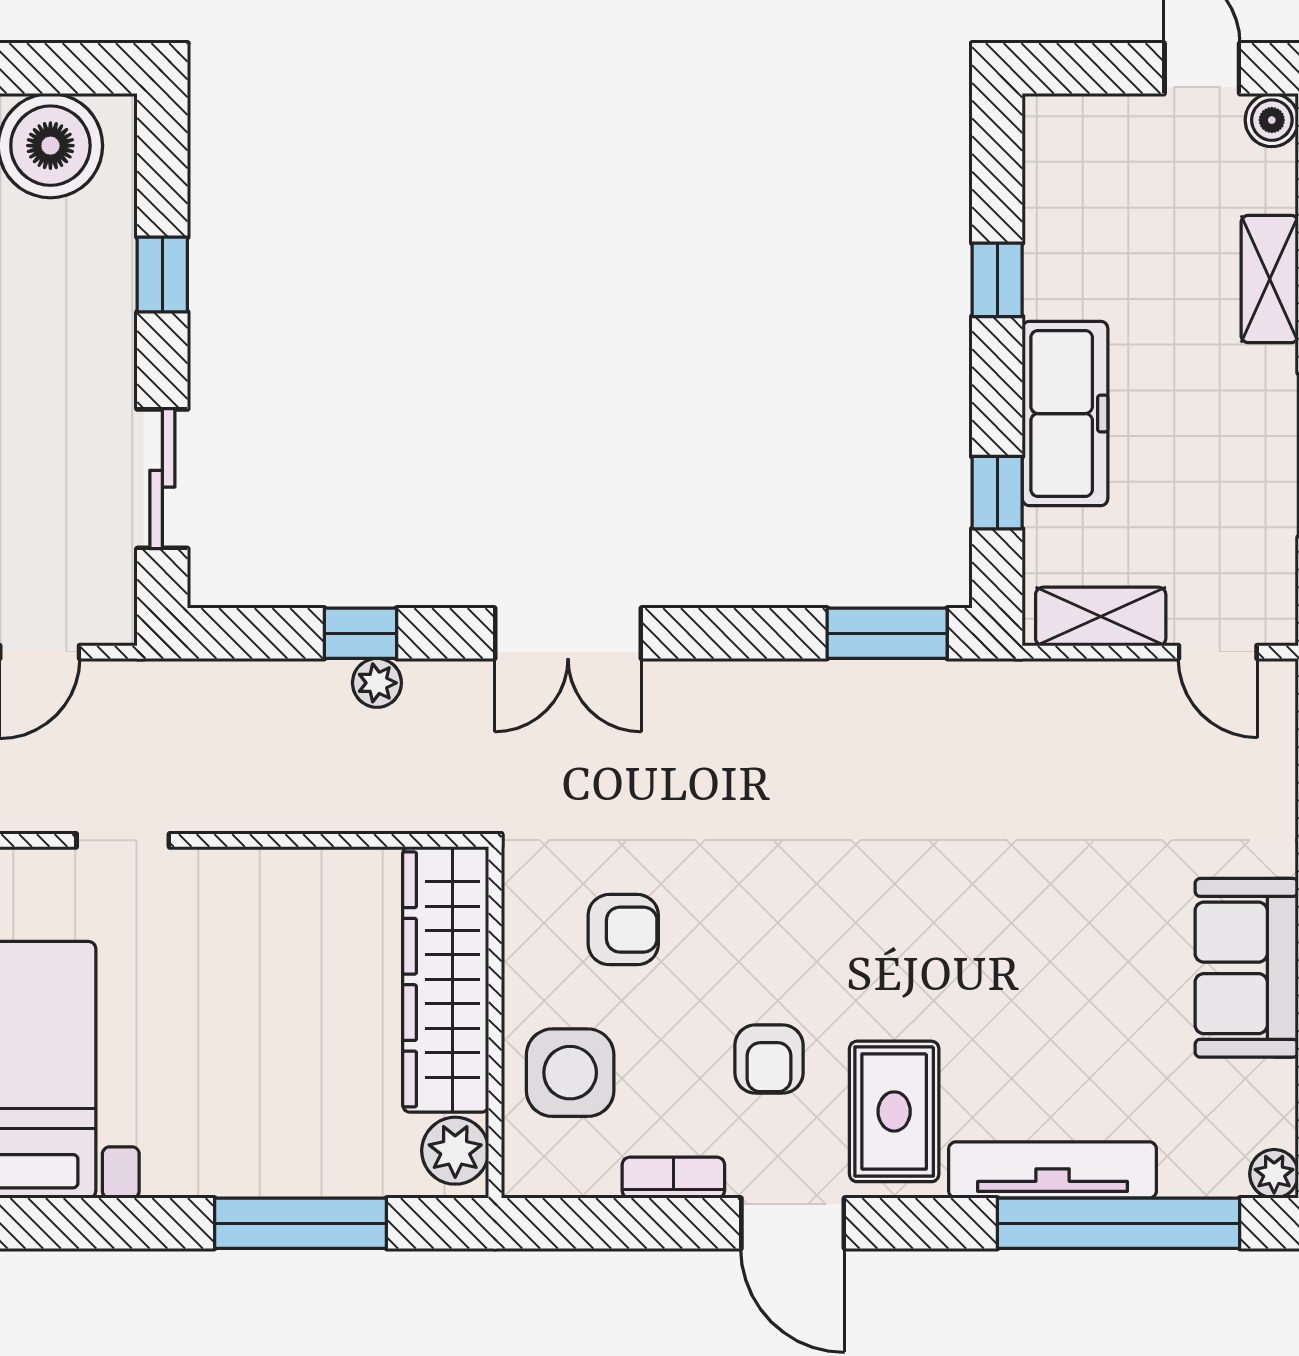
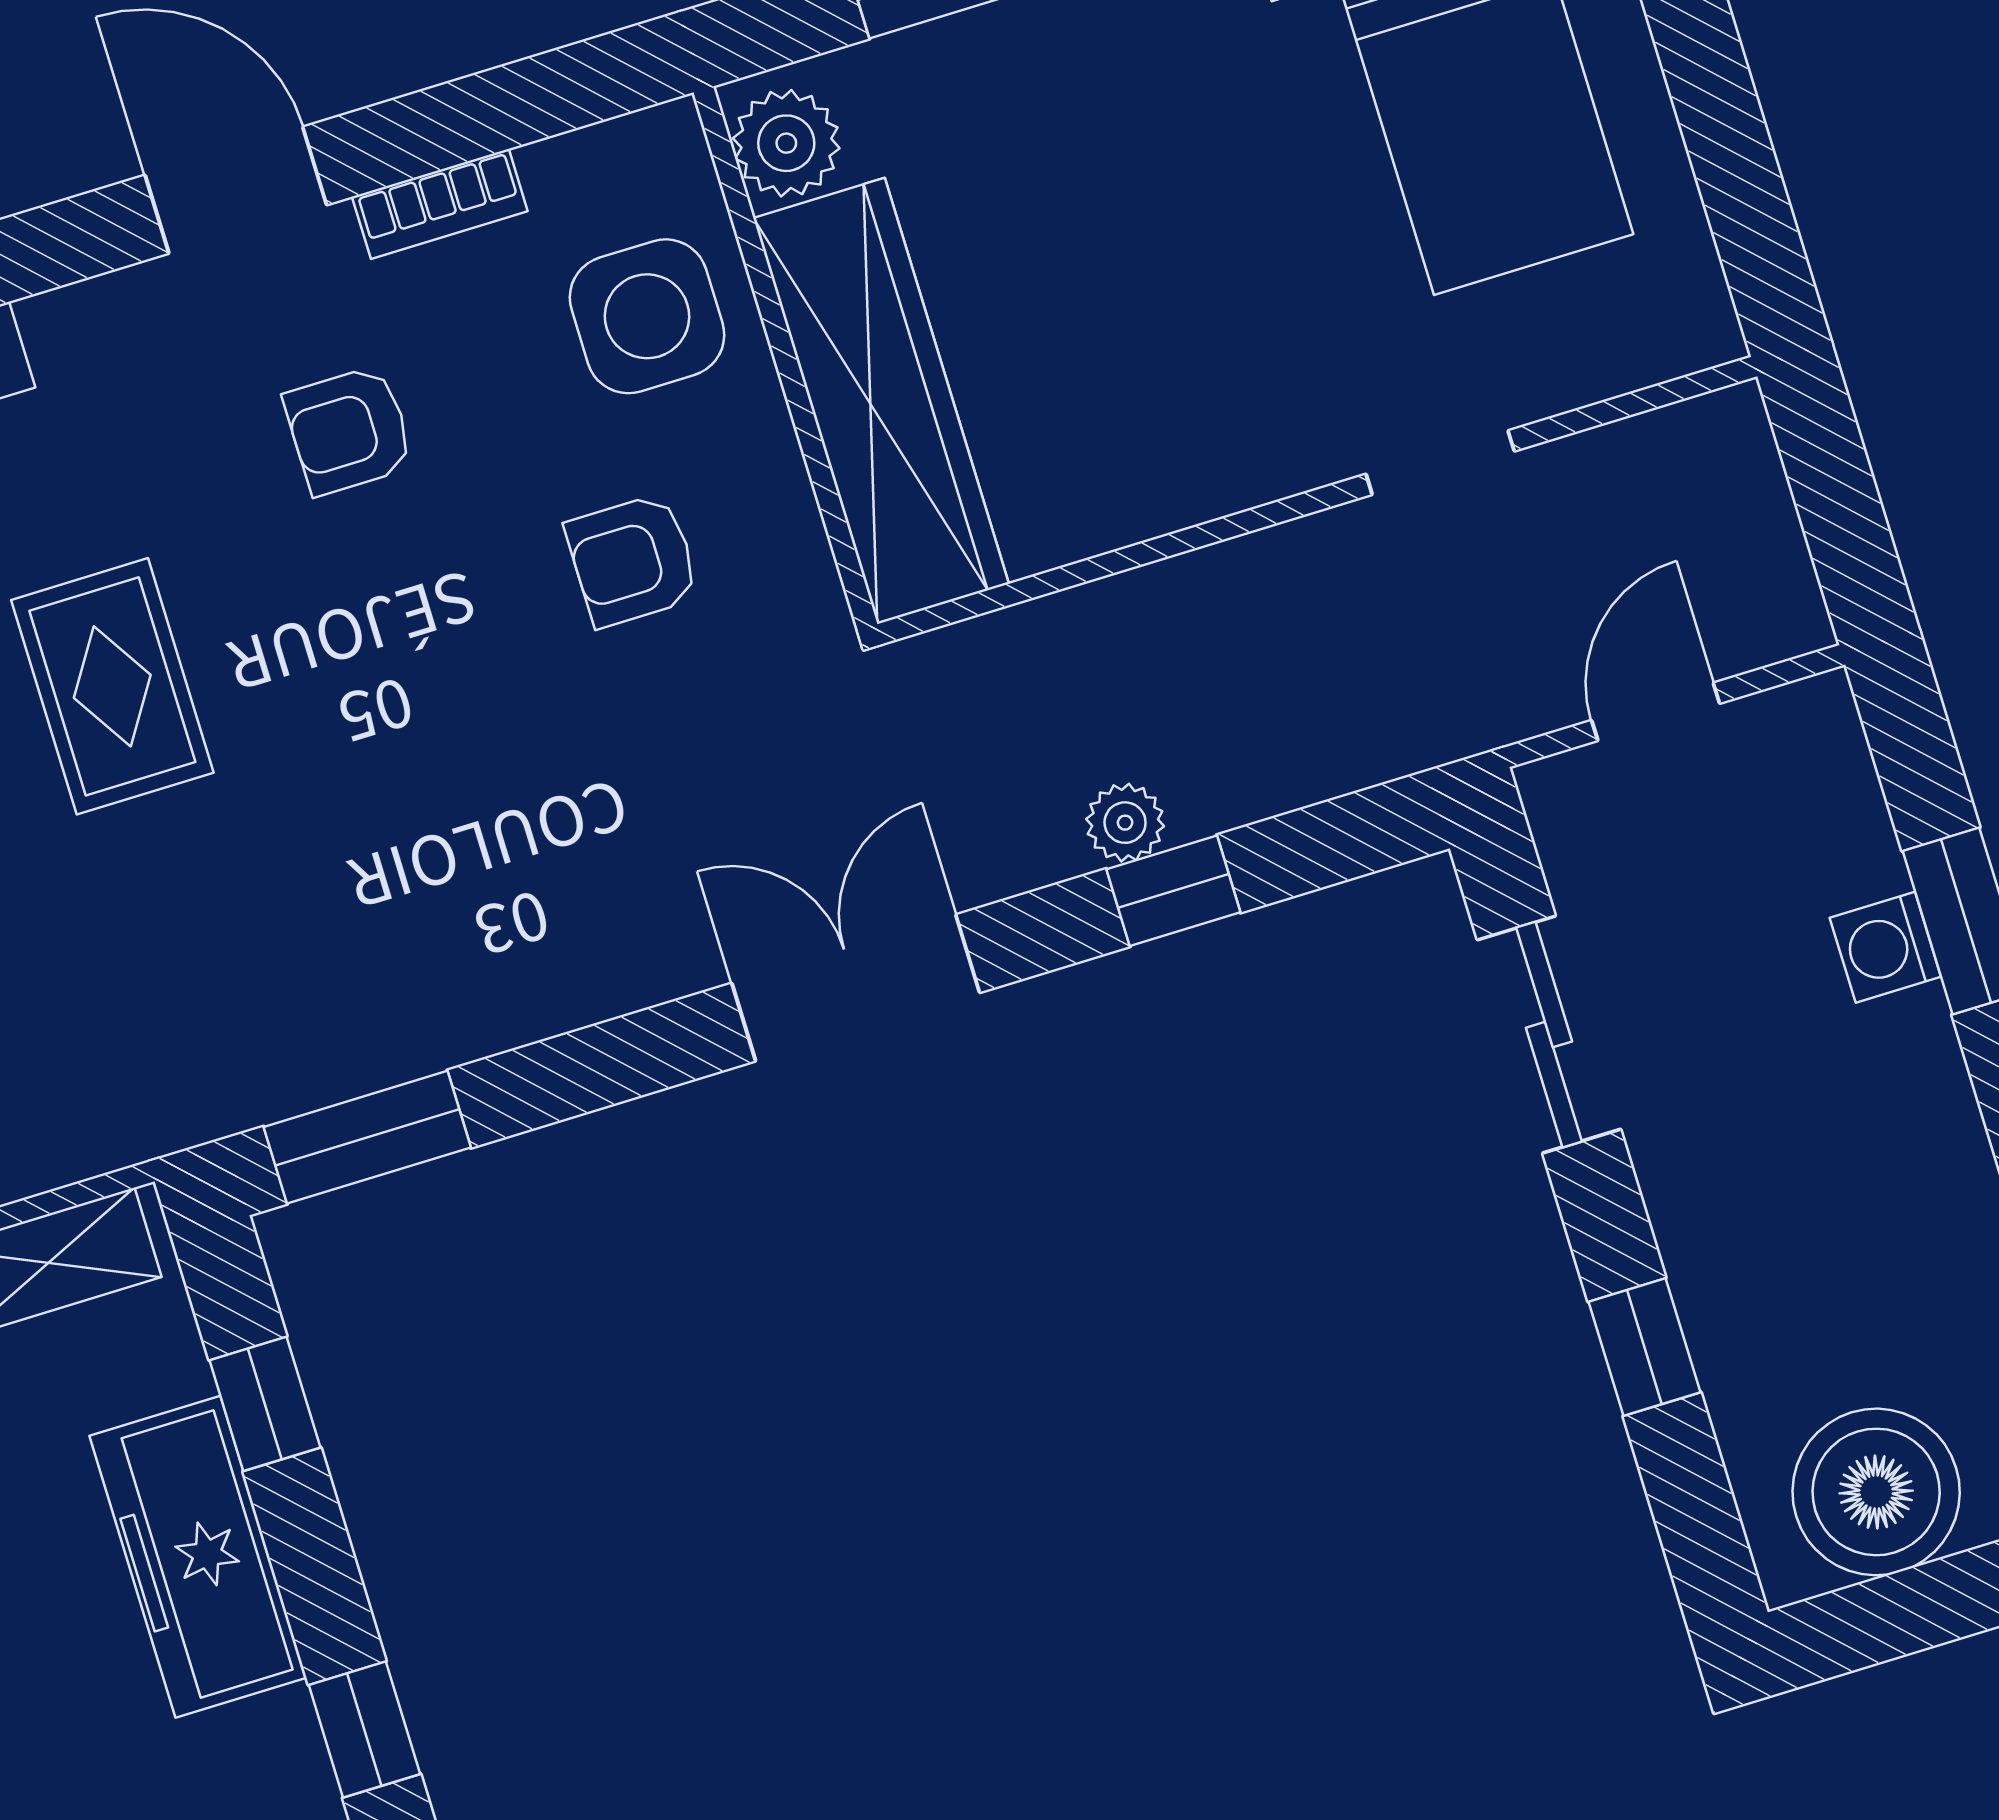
armchair: (769, 1059) -> (349, 430), turned -90
rug: (894, 1111) -> (112, 686), moved

